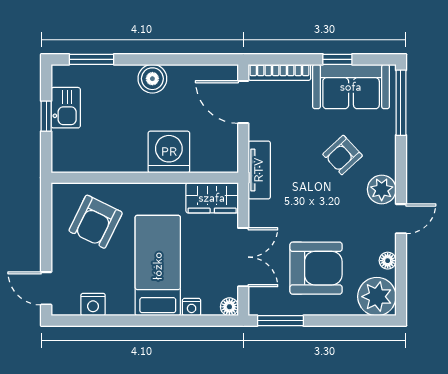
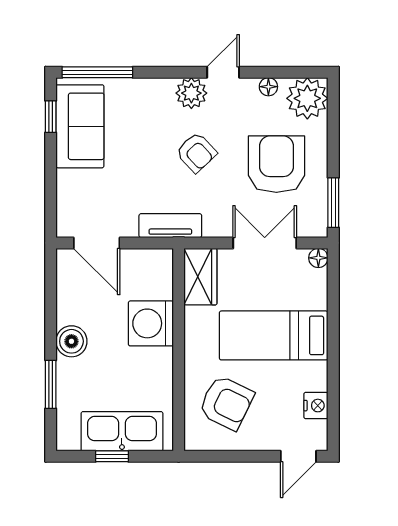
window: (91, 59) -> (51, 384), moved
window: (337, 59) -> (51, 117), moved
bookcase: (279, 72) -> (65, 204), removed
door: (243, 102) -> (97, 243), hinge flipped
kitchen sink: (66, 108) -> (122, 431), width x1.87, depth x1.24
armchair: (343, 155) -> (196, 152), moved
door: (401, 219) -> (223, 72), hinge flipped
nightstand: (192, 307) -> (319, 299), removed

